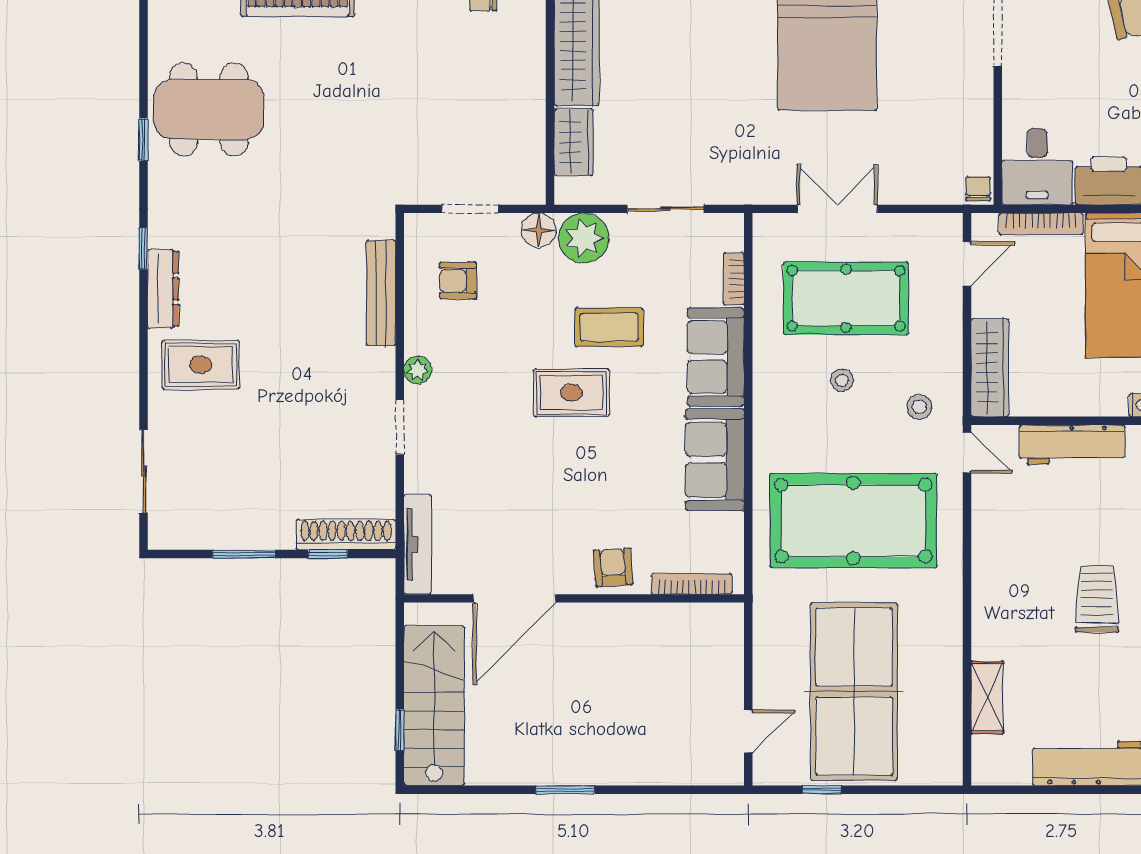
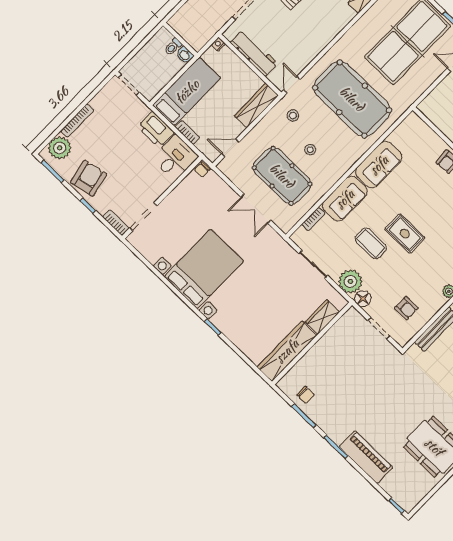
bookcase: (1041, 224) -> (187, 132), width x0.64
bookcase: (692, 584) -> (427, 130), removed

